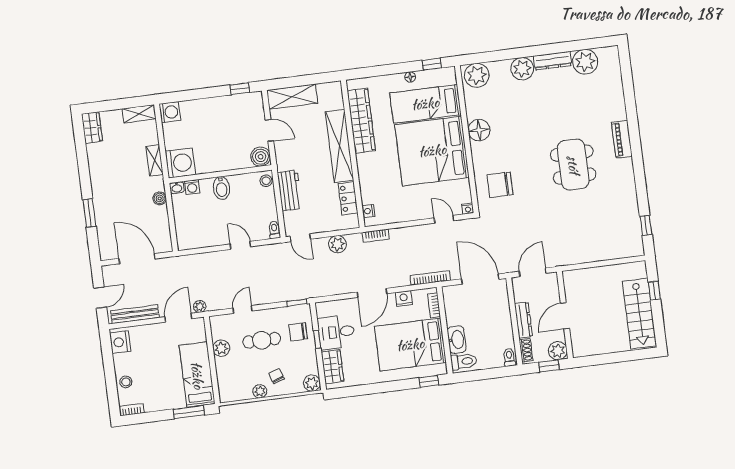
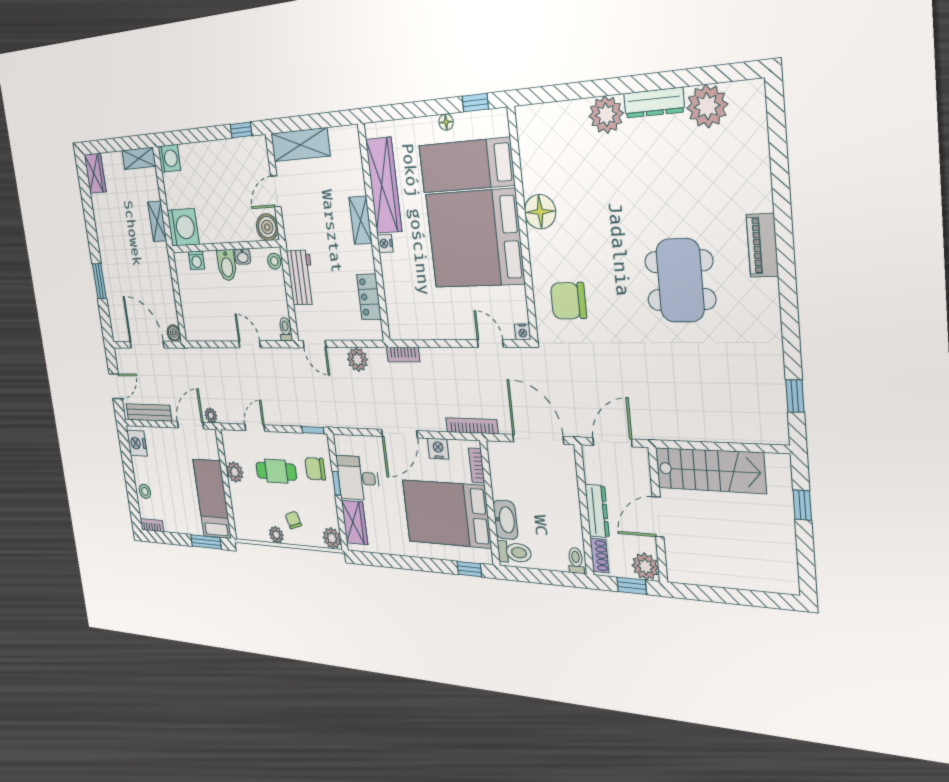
plant: (477, 75) -> (538, 123), removed
door: (269, 130) -> (276, 191), swing flipped
shelving: (340, 146) -> (361, 220), width x0.45, depth x0.75
washbasin: (177, 188) -> (243, 256), moved
boiler: (160, 198) -> (174, 333), moved
nightstand: (368, 211) -> (385, 243), moved
stairs: (639, 314) -> (710, 470), moved, turned -90

